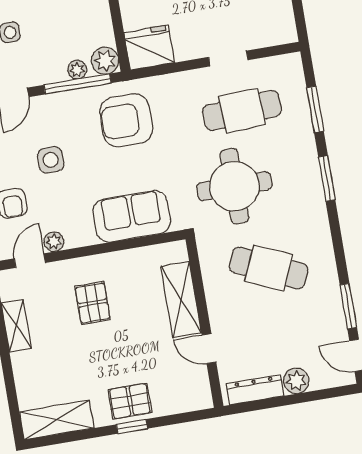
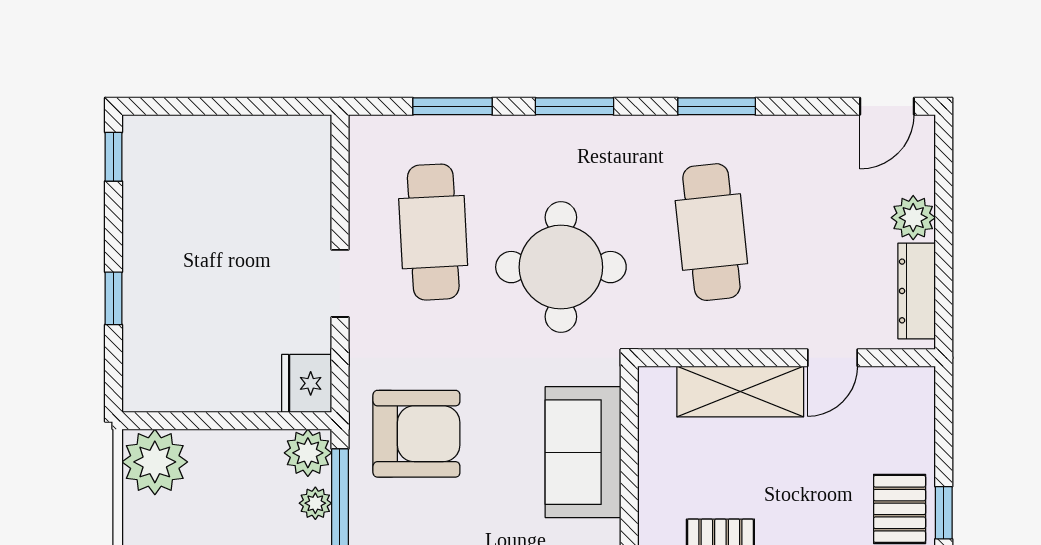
fridge: (149, 48) -> (307, 383), width x0.73, depth x0.75
doorway: (228, 59) -> (340, 283), moved
armchair: (126, 120) -> (416, 434), turned -90
cafe table: (269, 268) -> (711, 232), turned -30
window: (348, 306) -> (717, 106), moved

